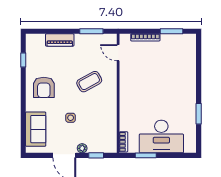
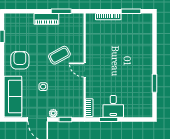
piano: (60, 40) -> (46, 19), moved
door: (118, 53) -> (85, 70), moved
armchair: (44, 87) -> (20, 60), turned 180
sofa: (36, 129) -> (13, 97), width x1.36
desk: (161, 137) -> (113, 106), width x0.53, depth x0.77

